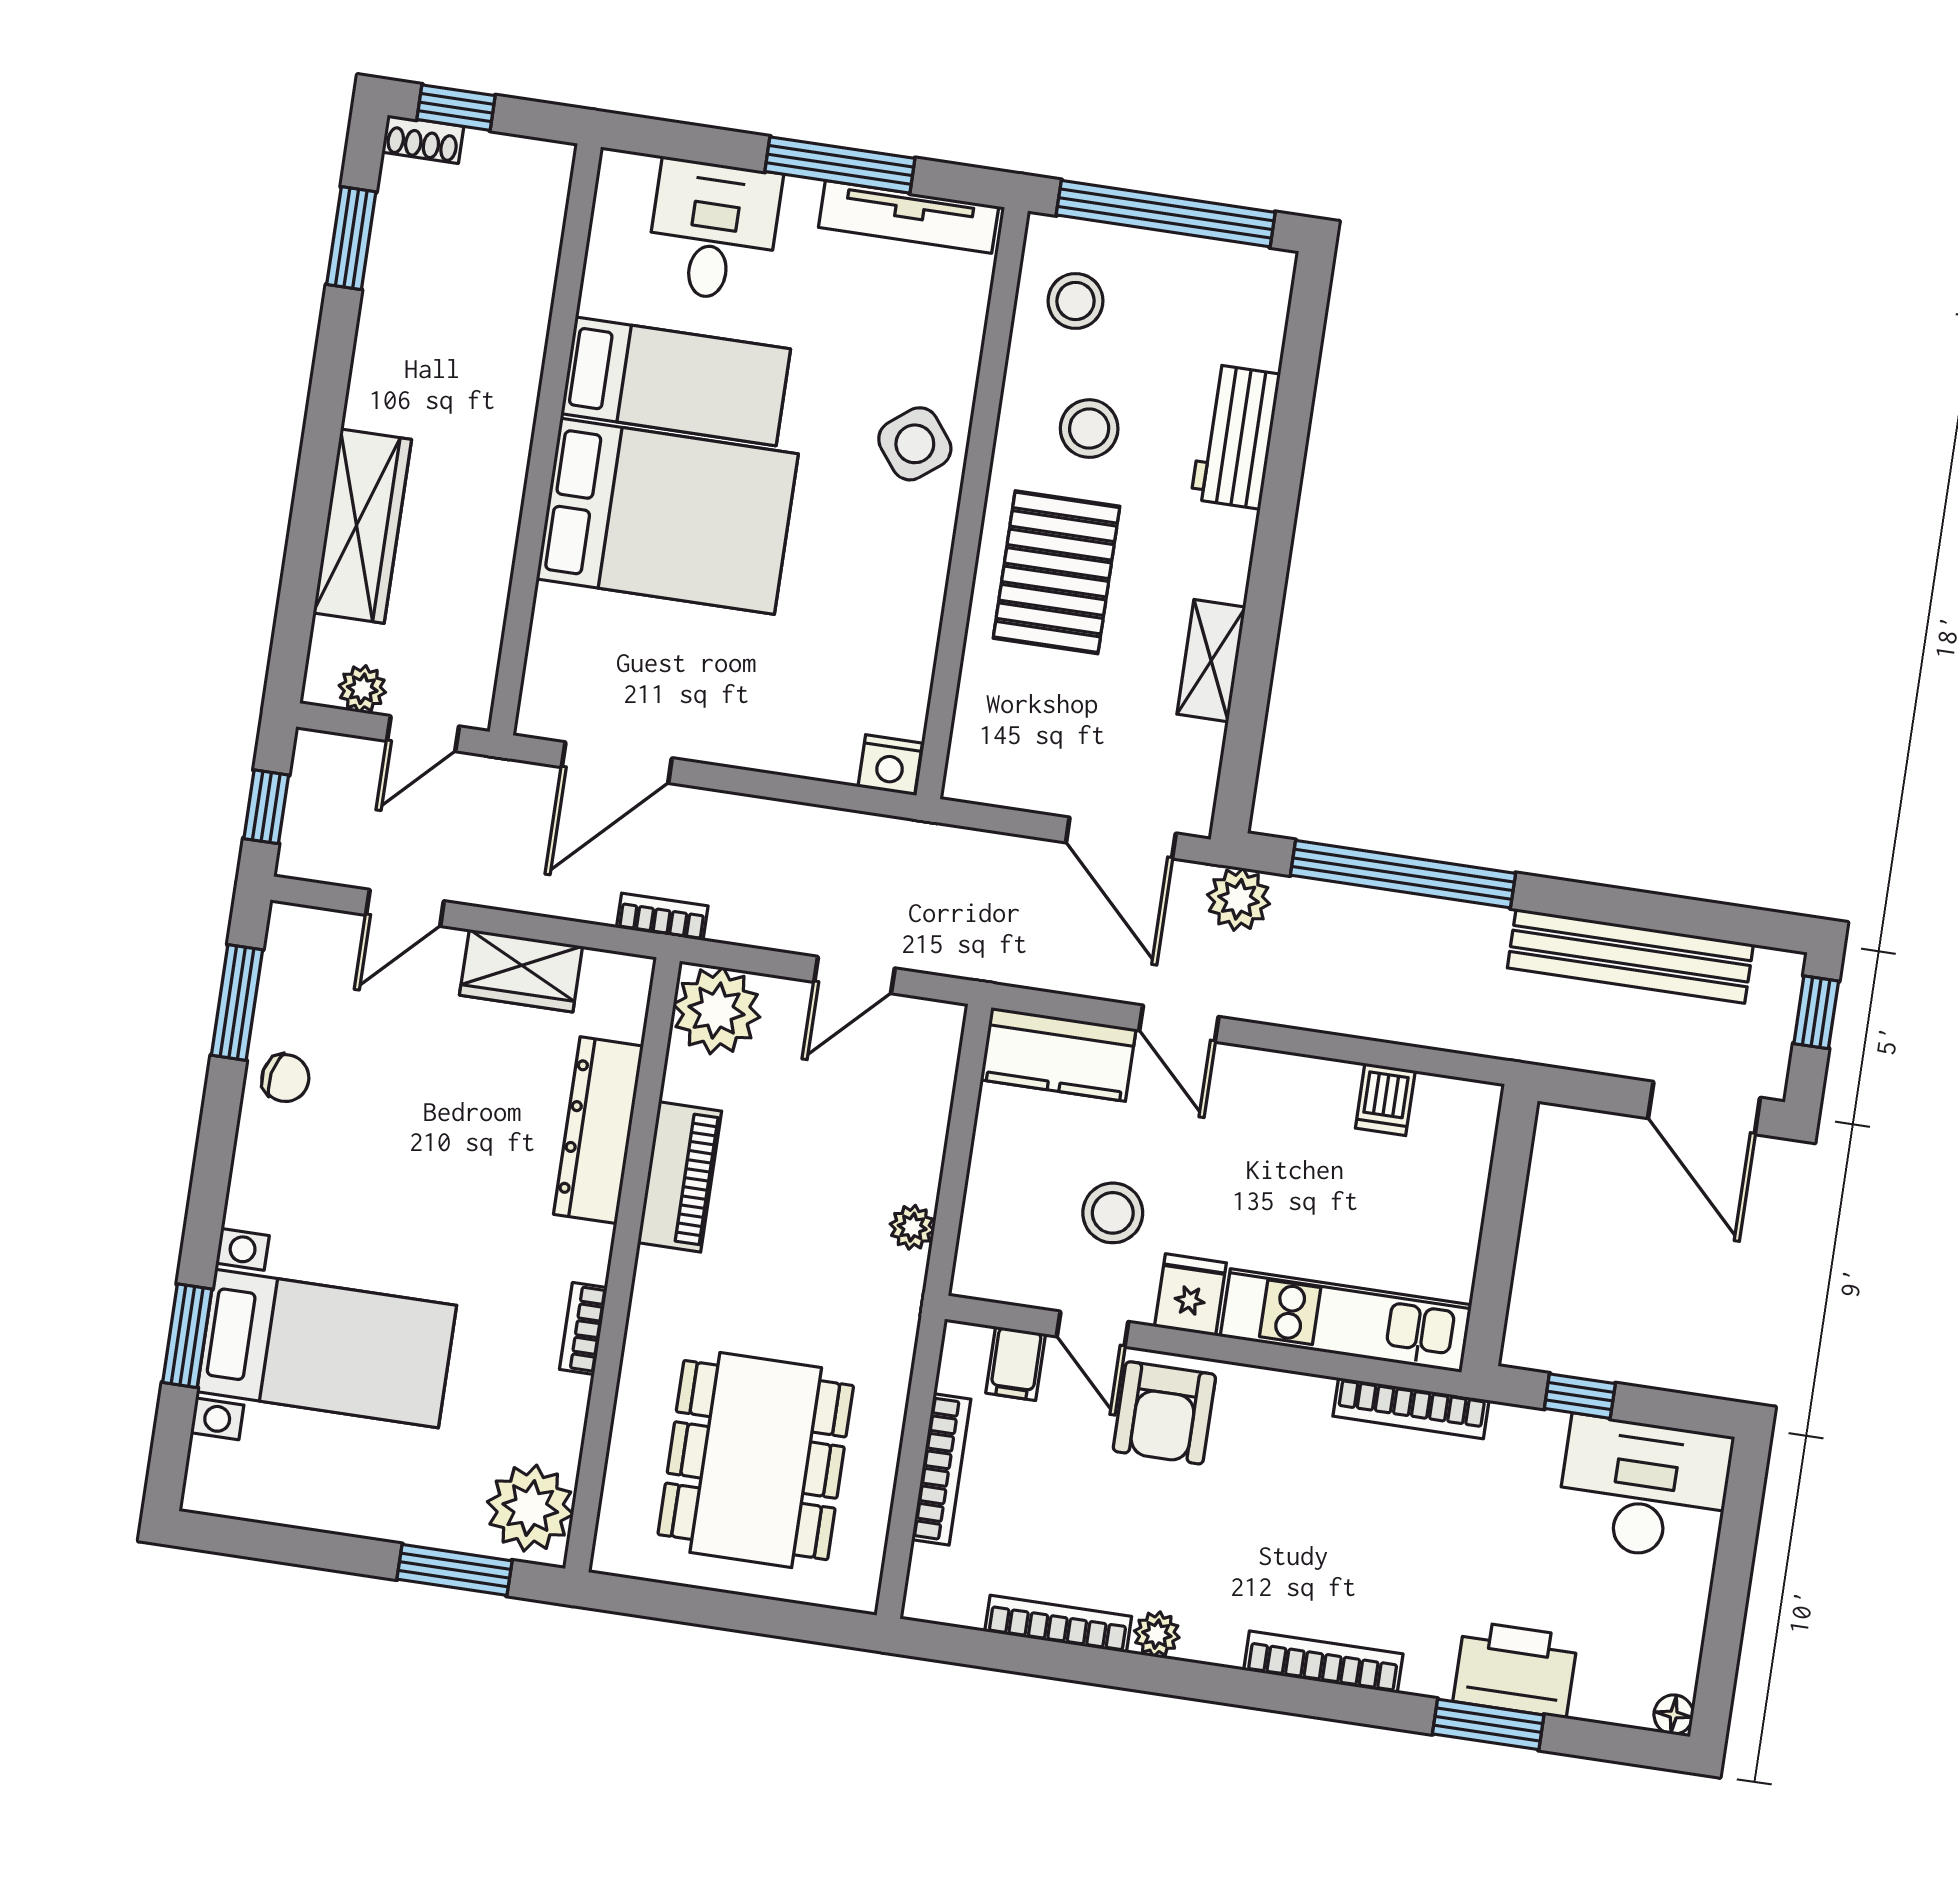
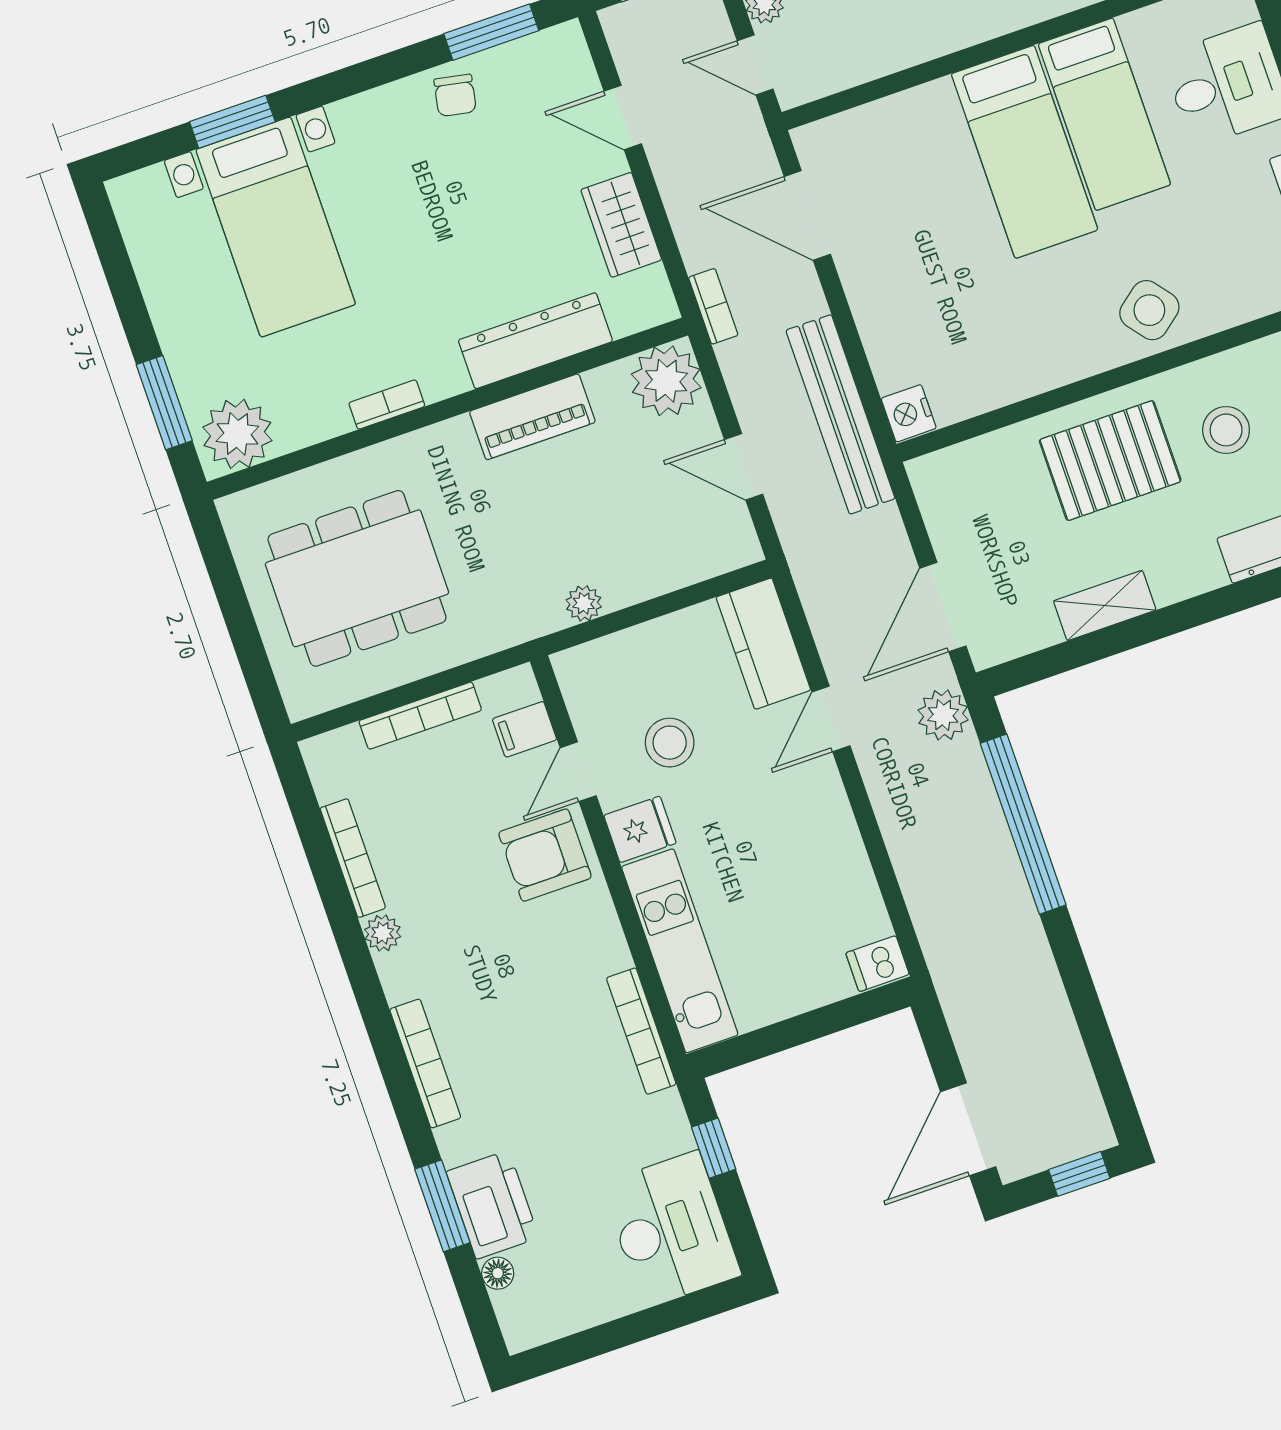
bed: (667, 516) -> (1025, 152), width x0.67
bench: (1630, 956) -> (840, 414), moved
dishwasher: (1385, 1099) -> (877, 964), moved
floor lamp: (1674, 1715) -> (498, 1273), moved

